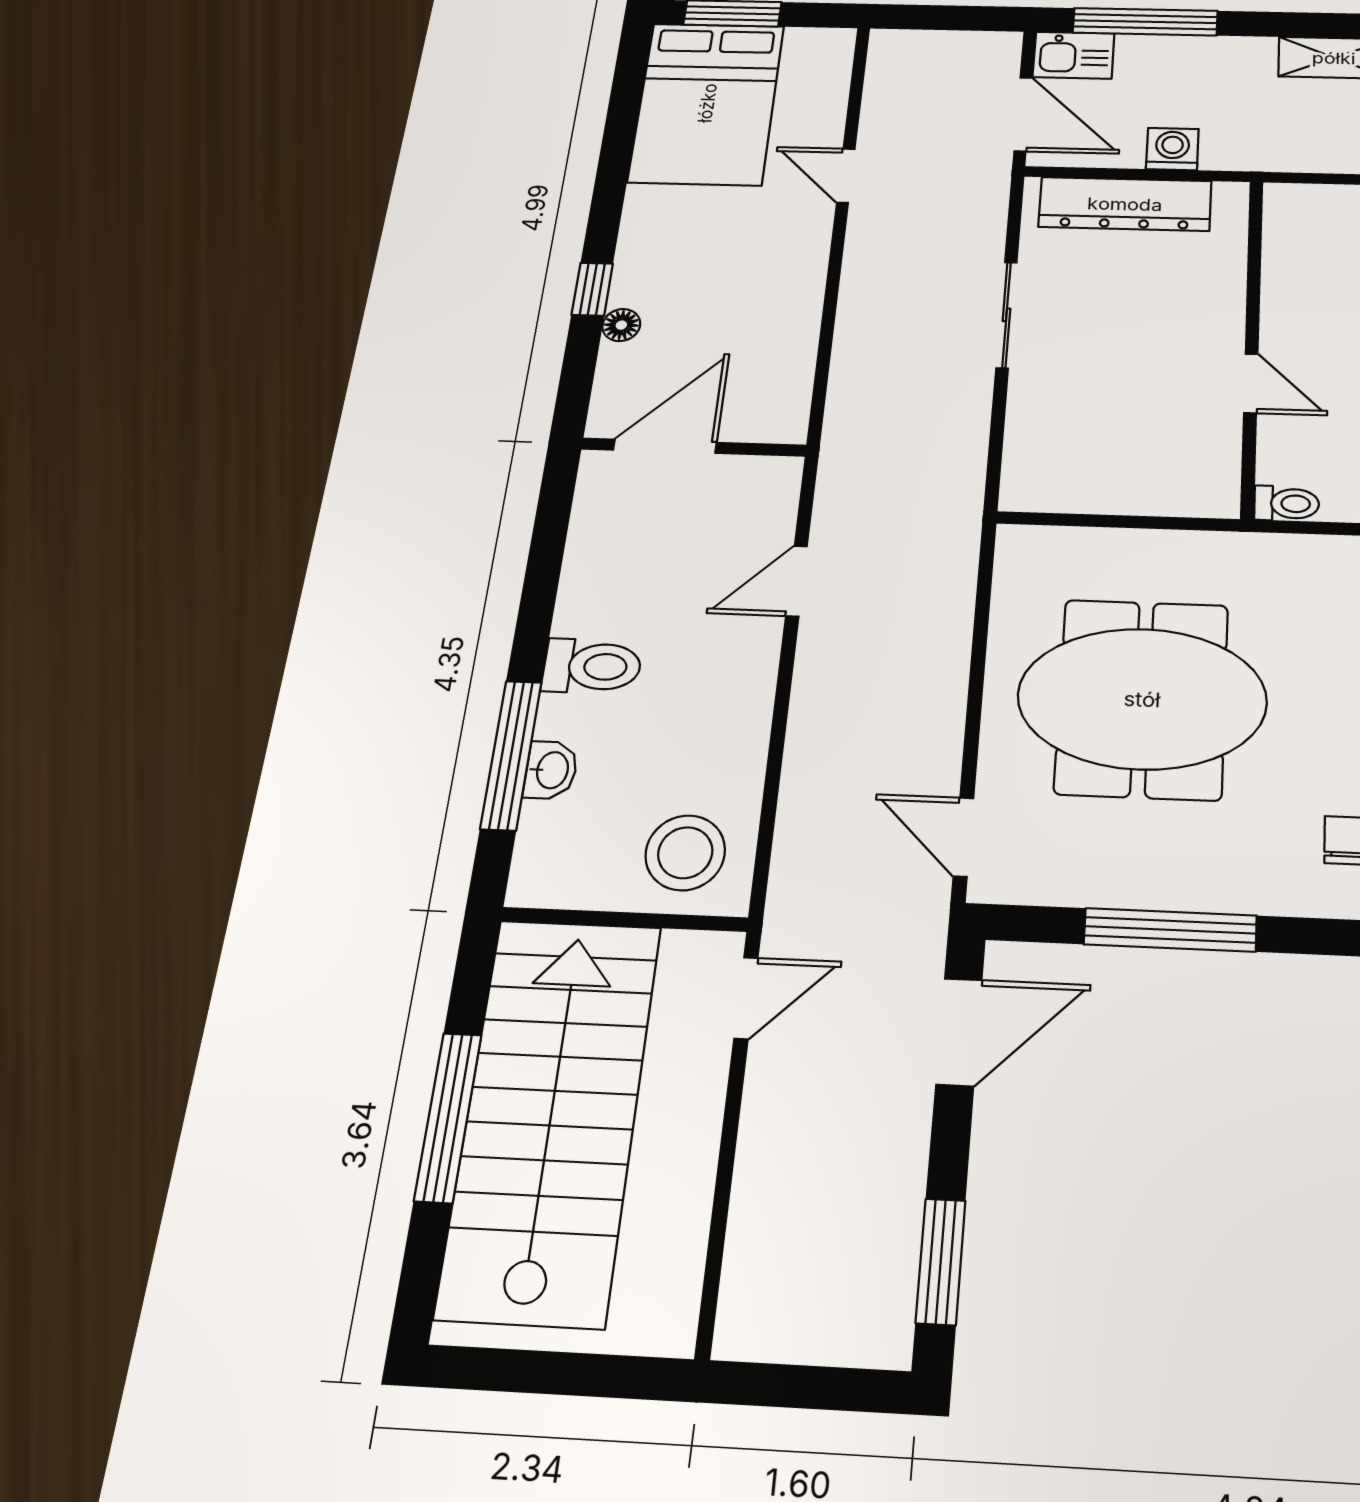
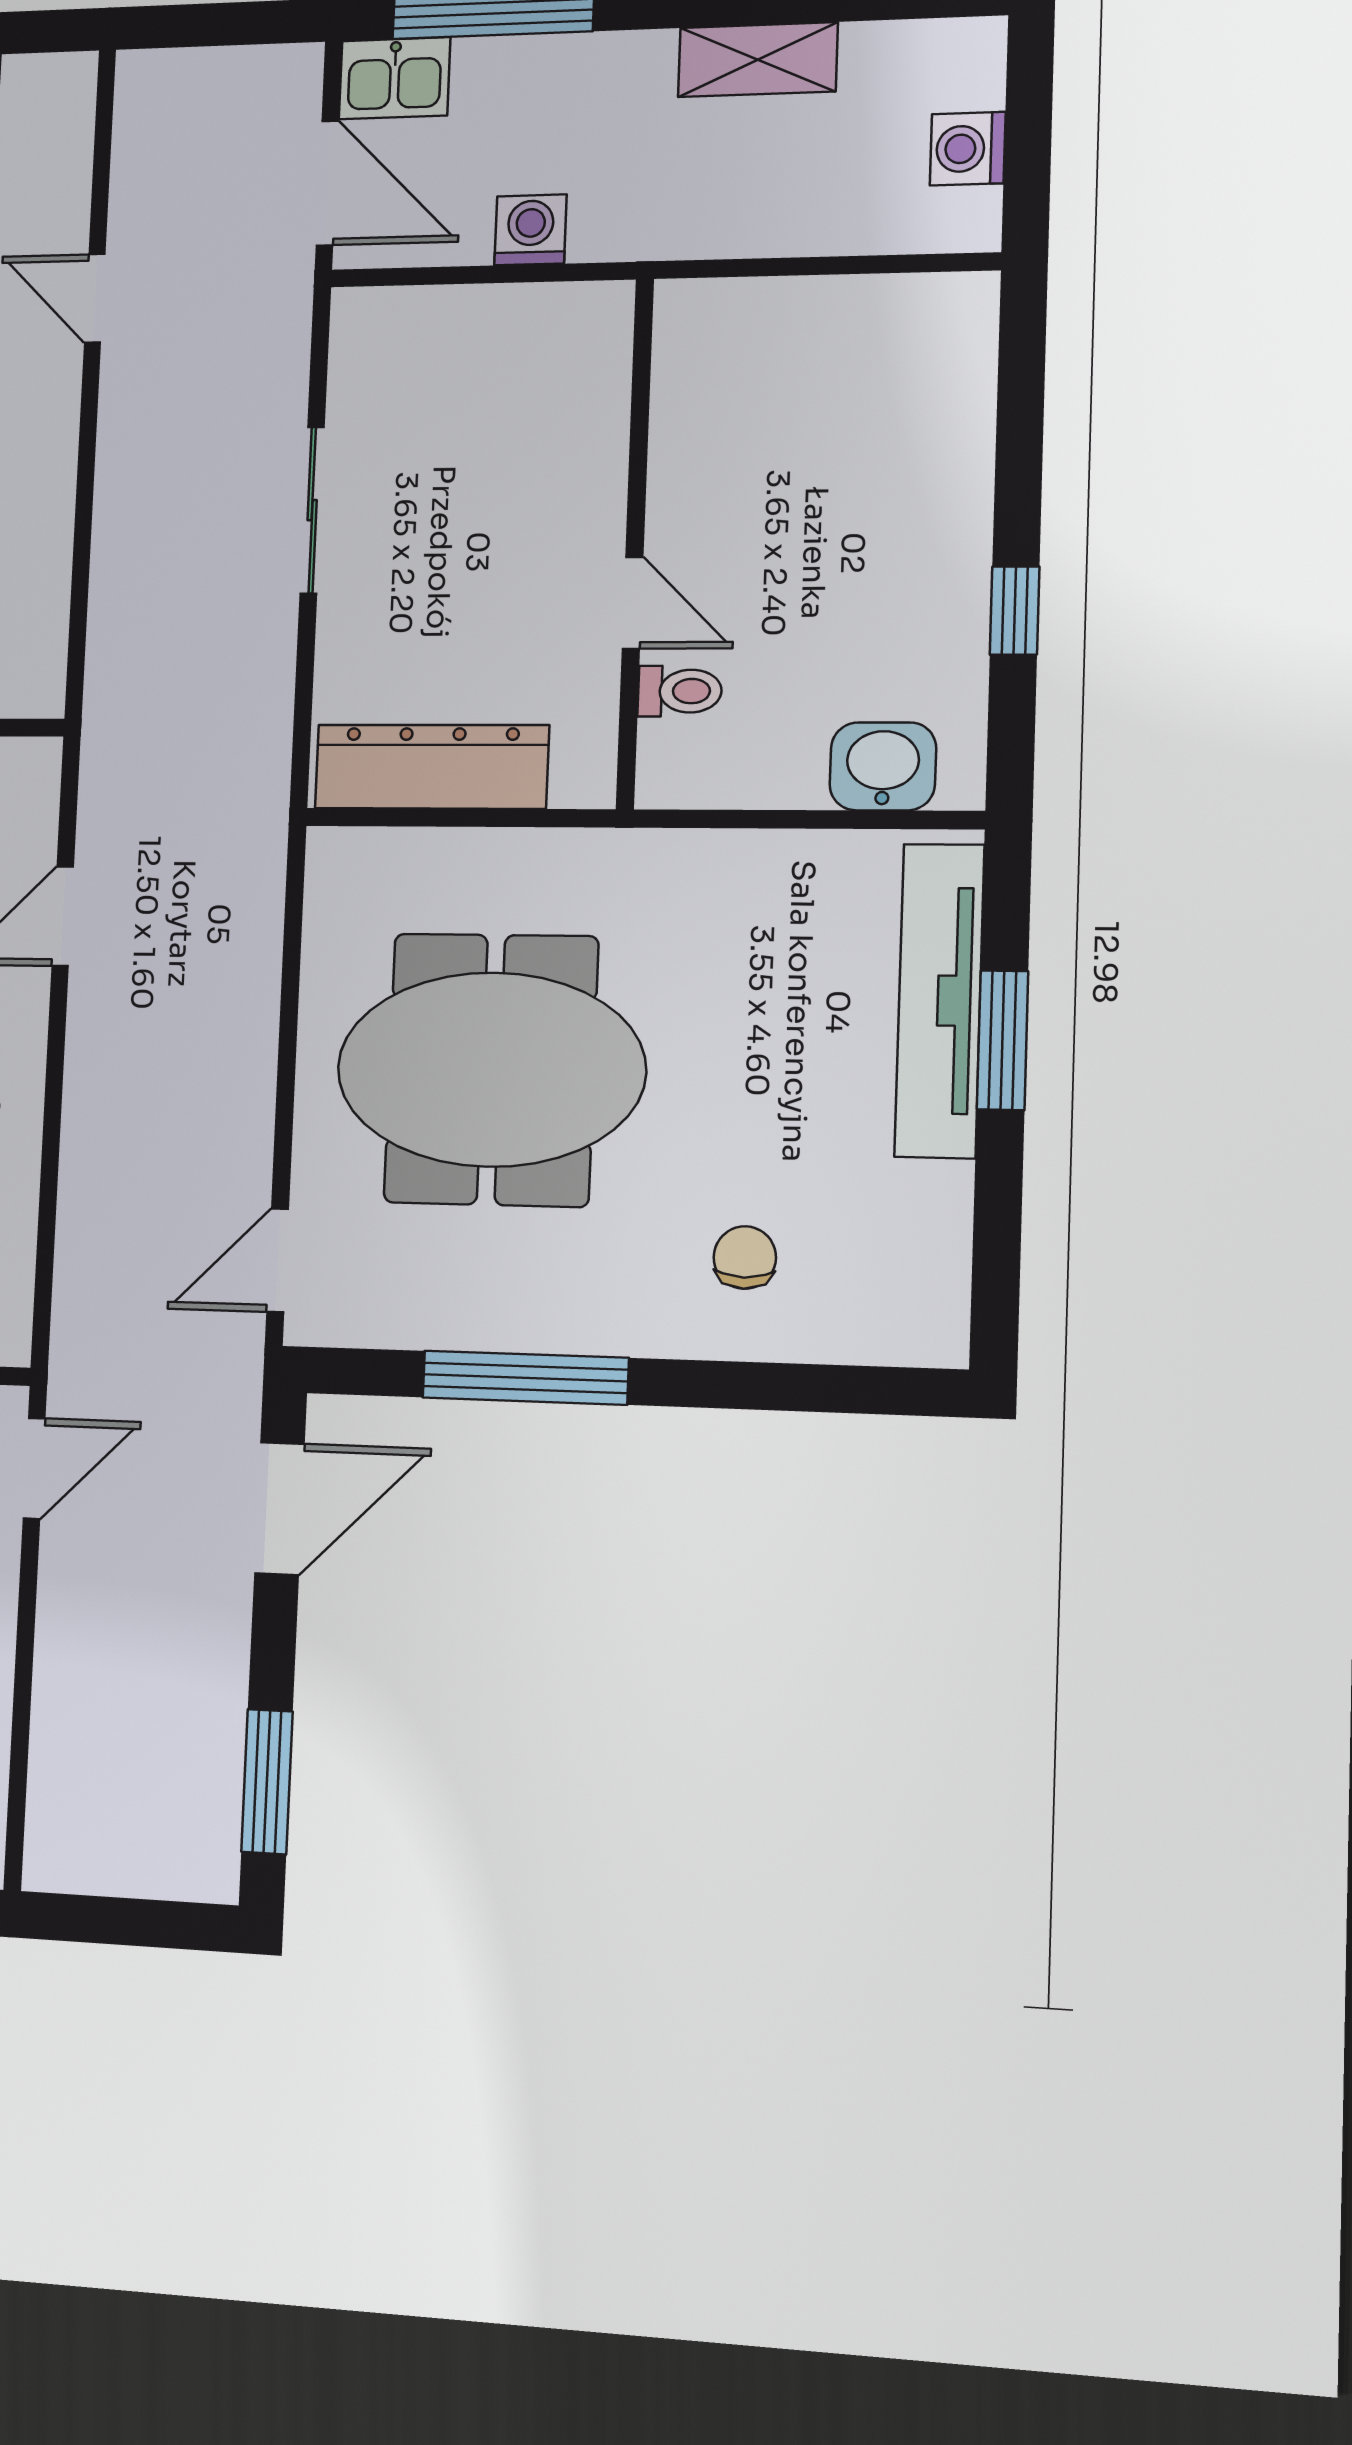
dresser: (1125, 204) -> (432, 767), moved, turned 180
toilet: (1287, 503) -> (680, 691), moved
door: (963, 837) -> (278, 1260), hinge flipped

